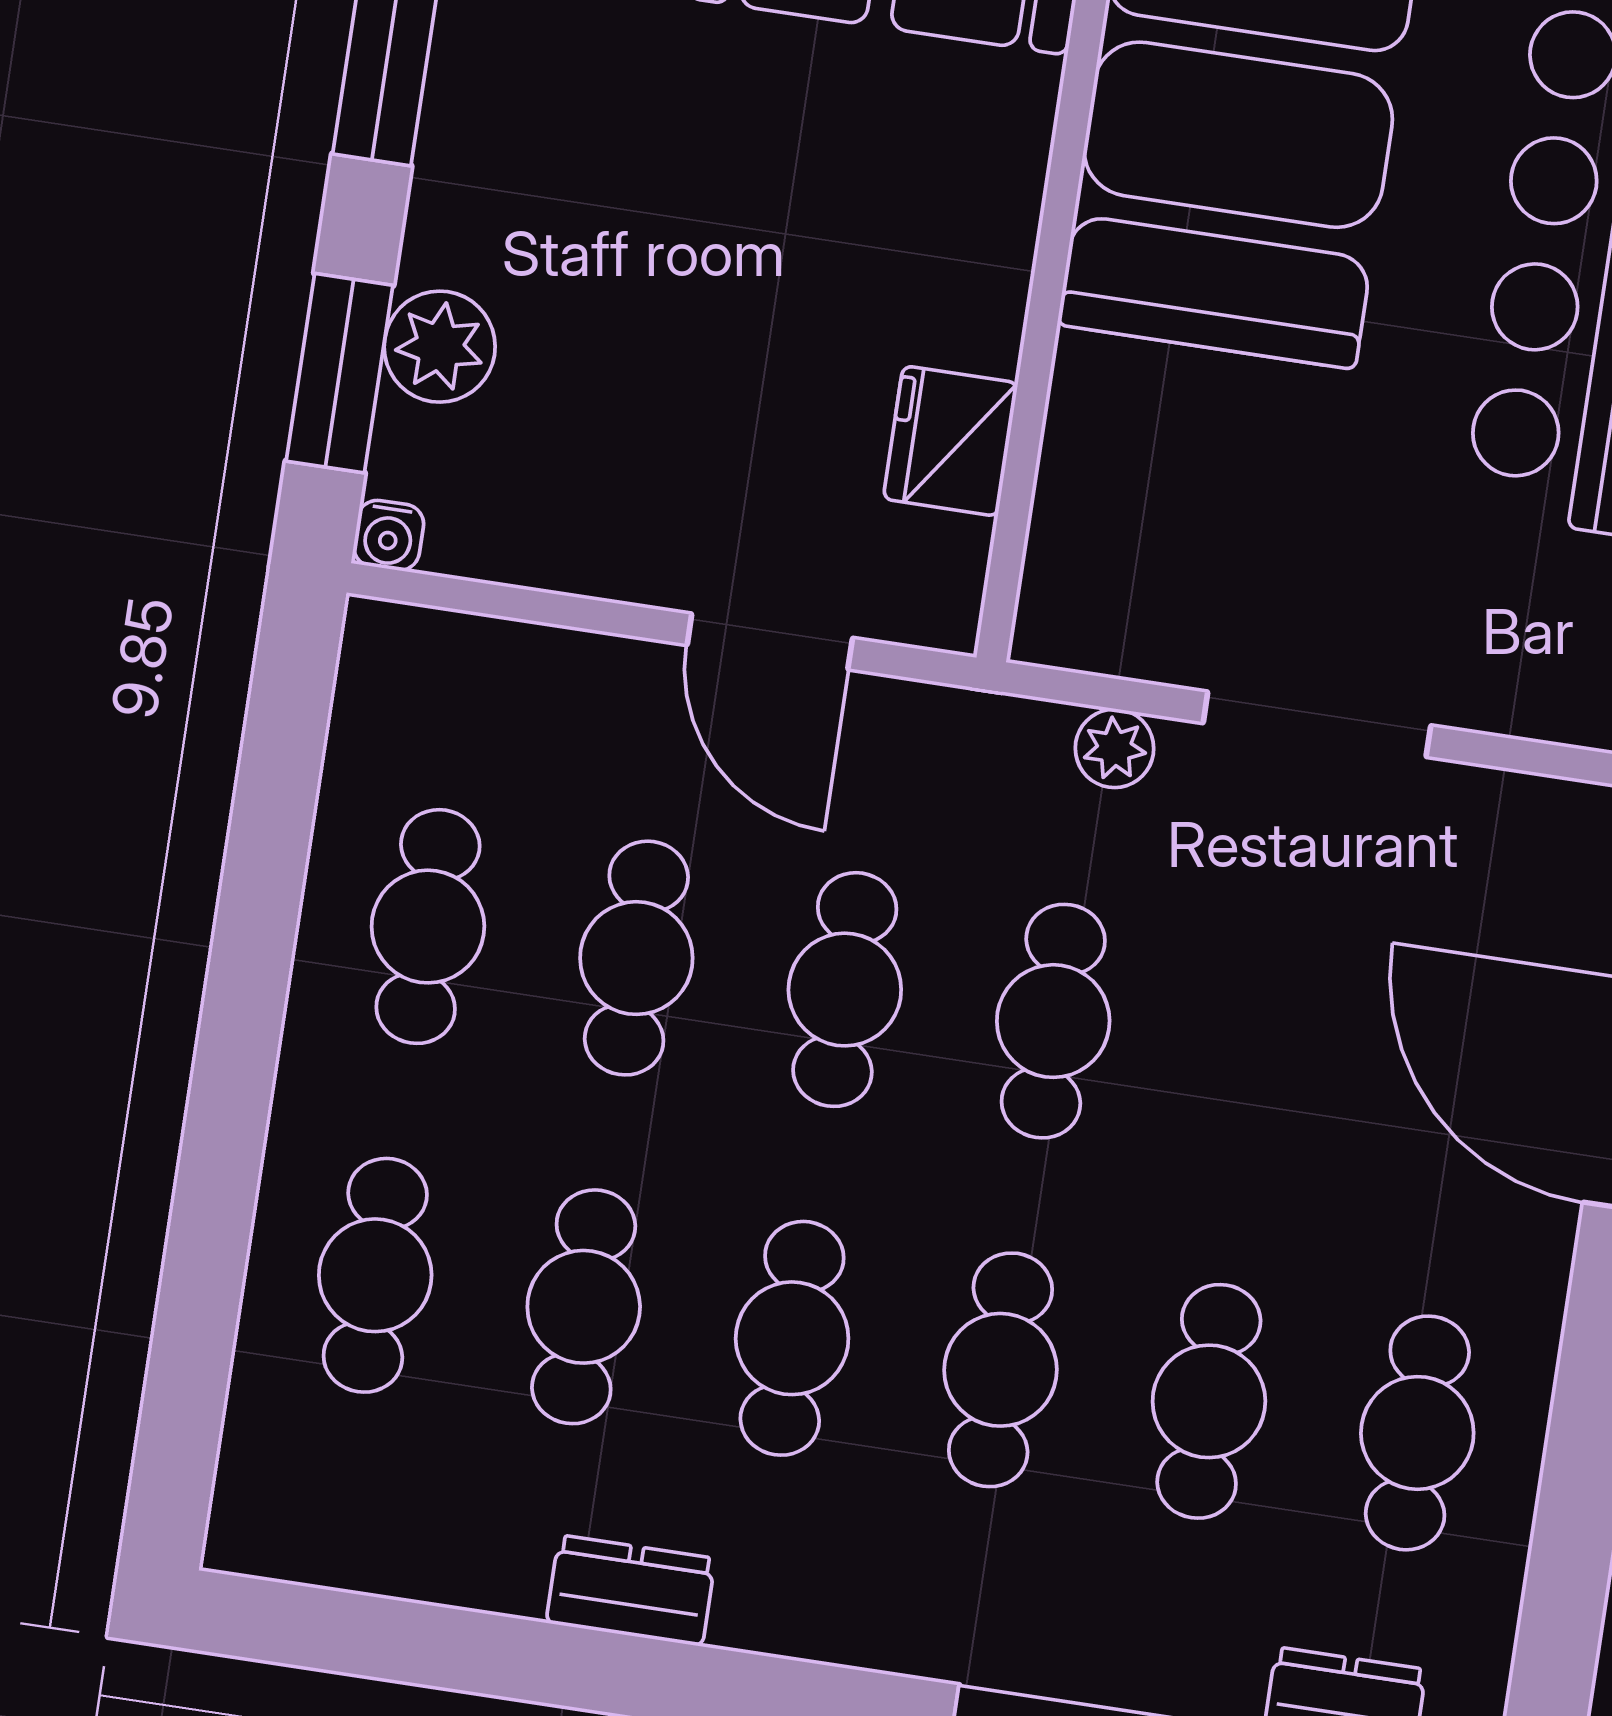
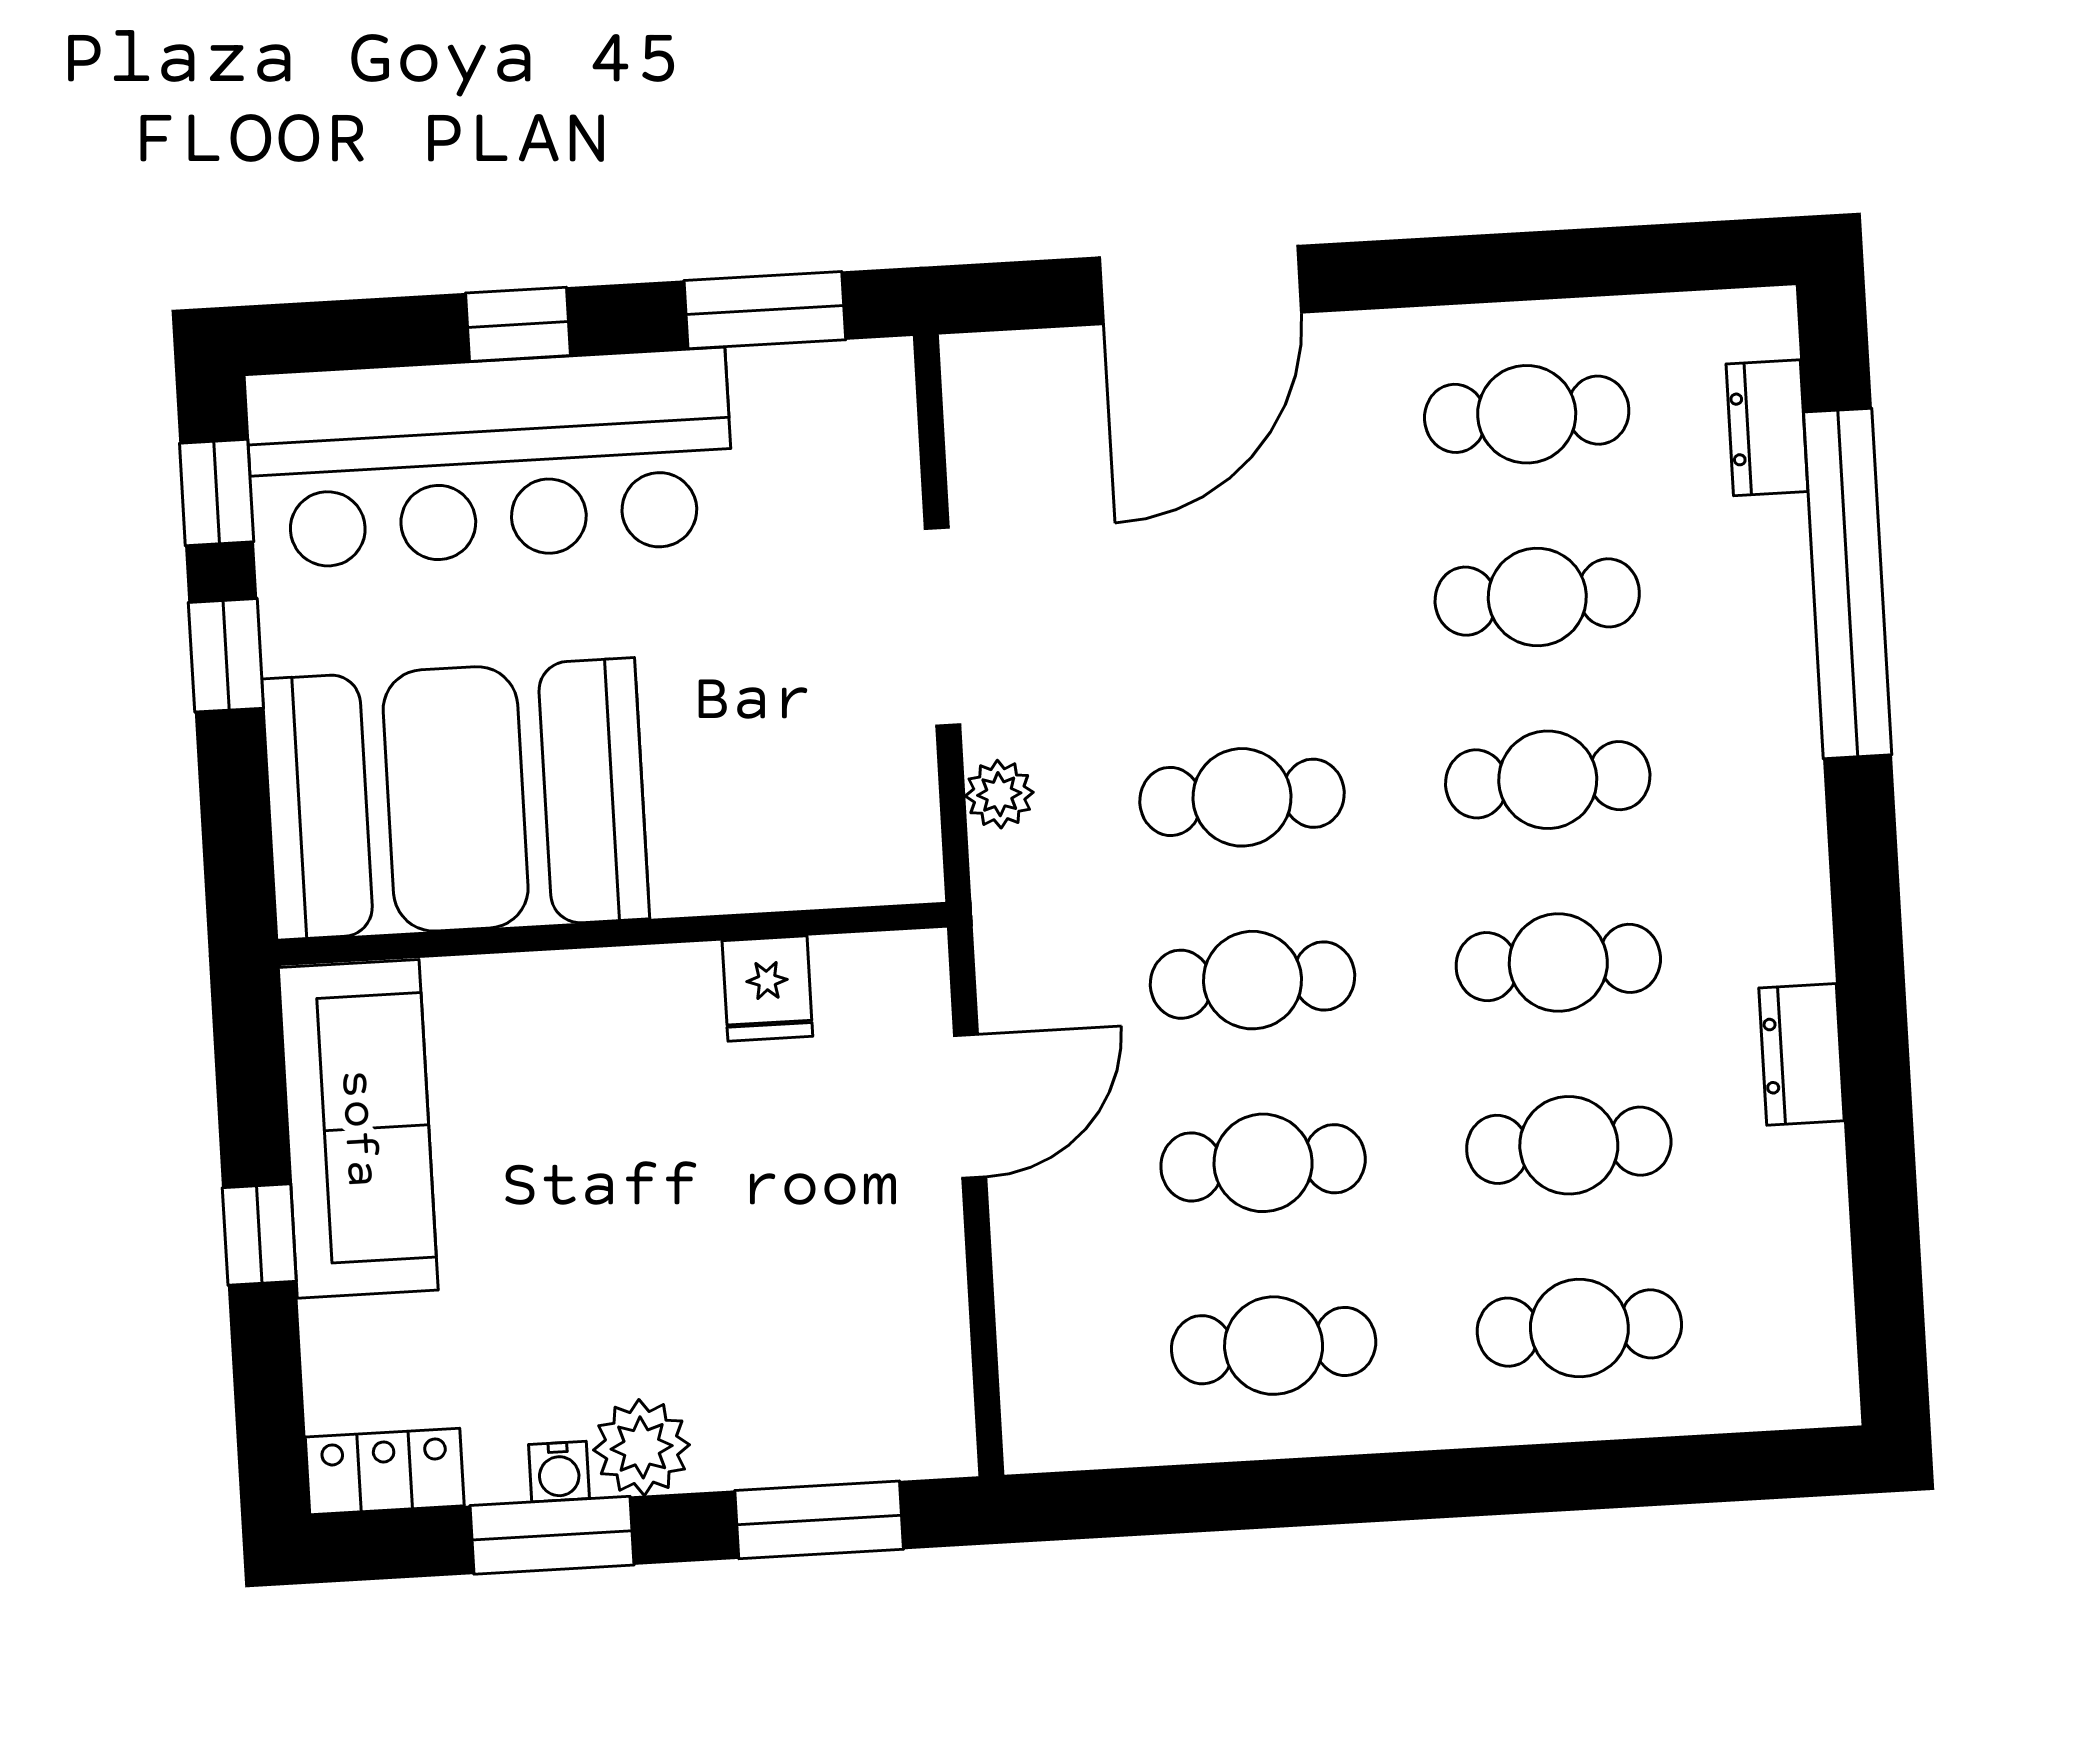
plant: (440, 347) -> (642, 1447), moved
fridge: (951, 441) -> (767, 988), width x0.72
water cooler: (389, 535) -> (559, 1472), moved, turned 90

